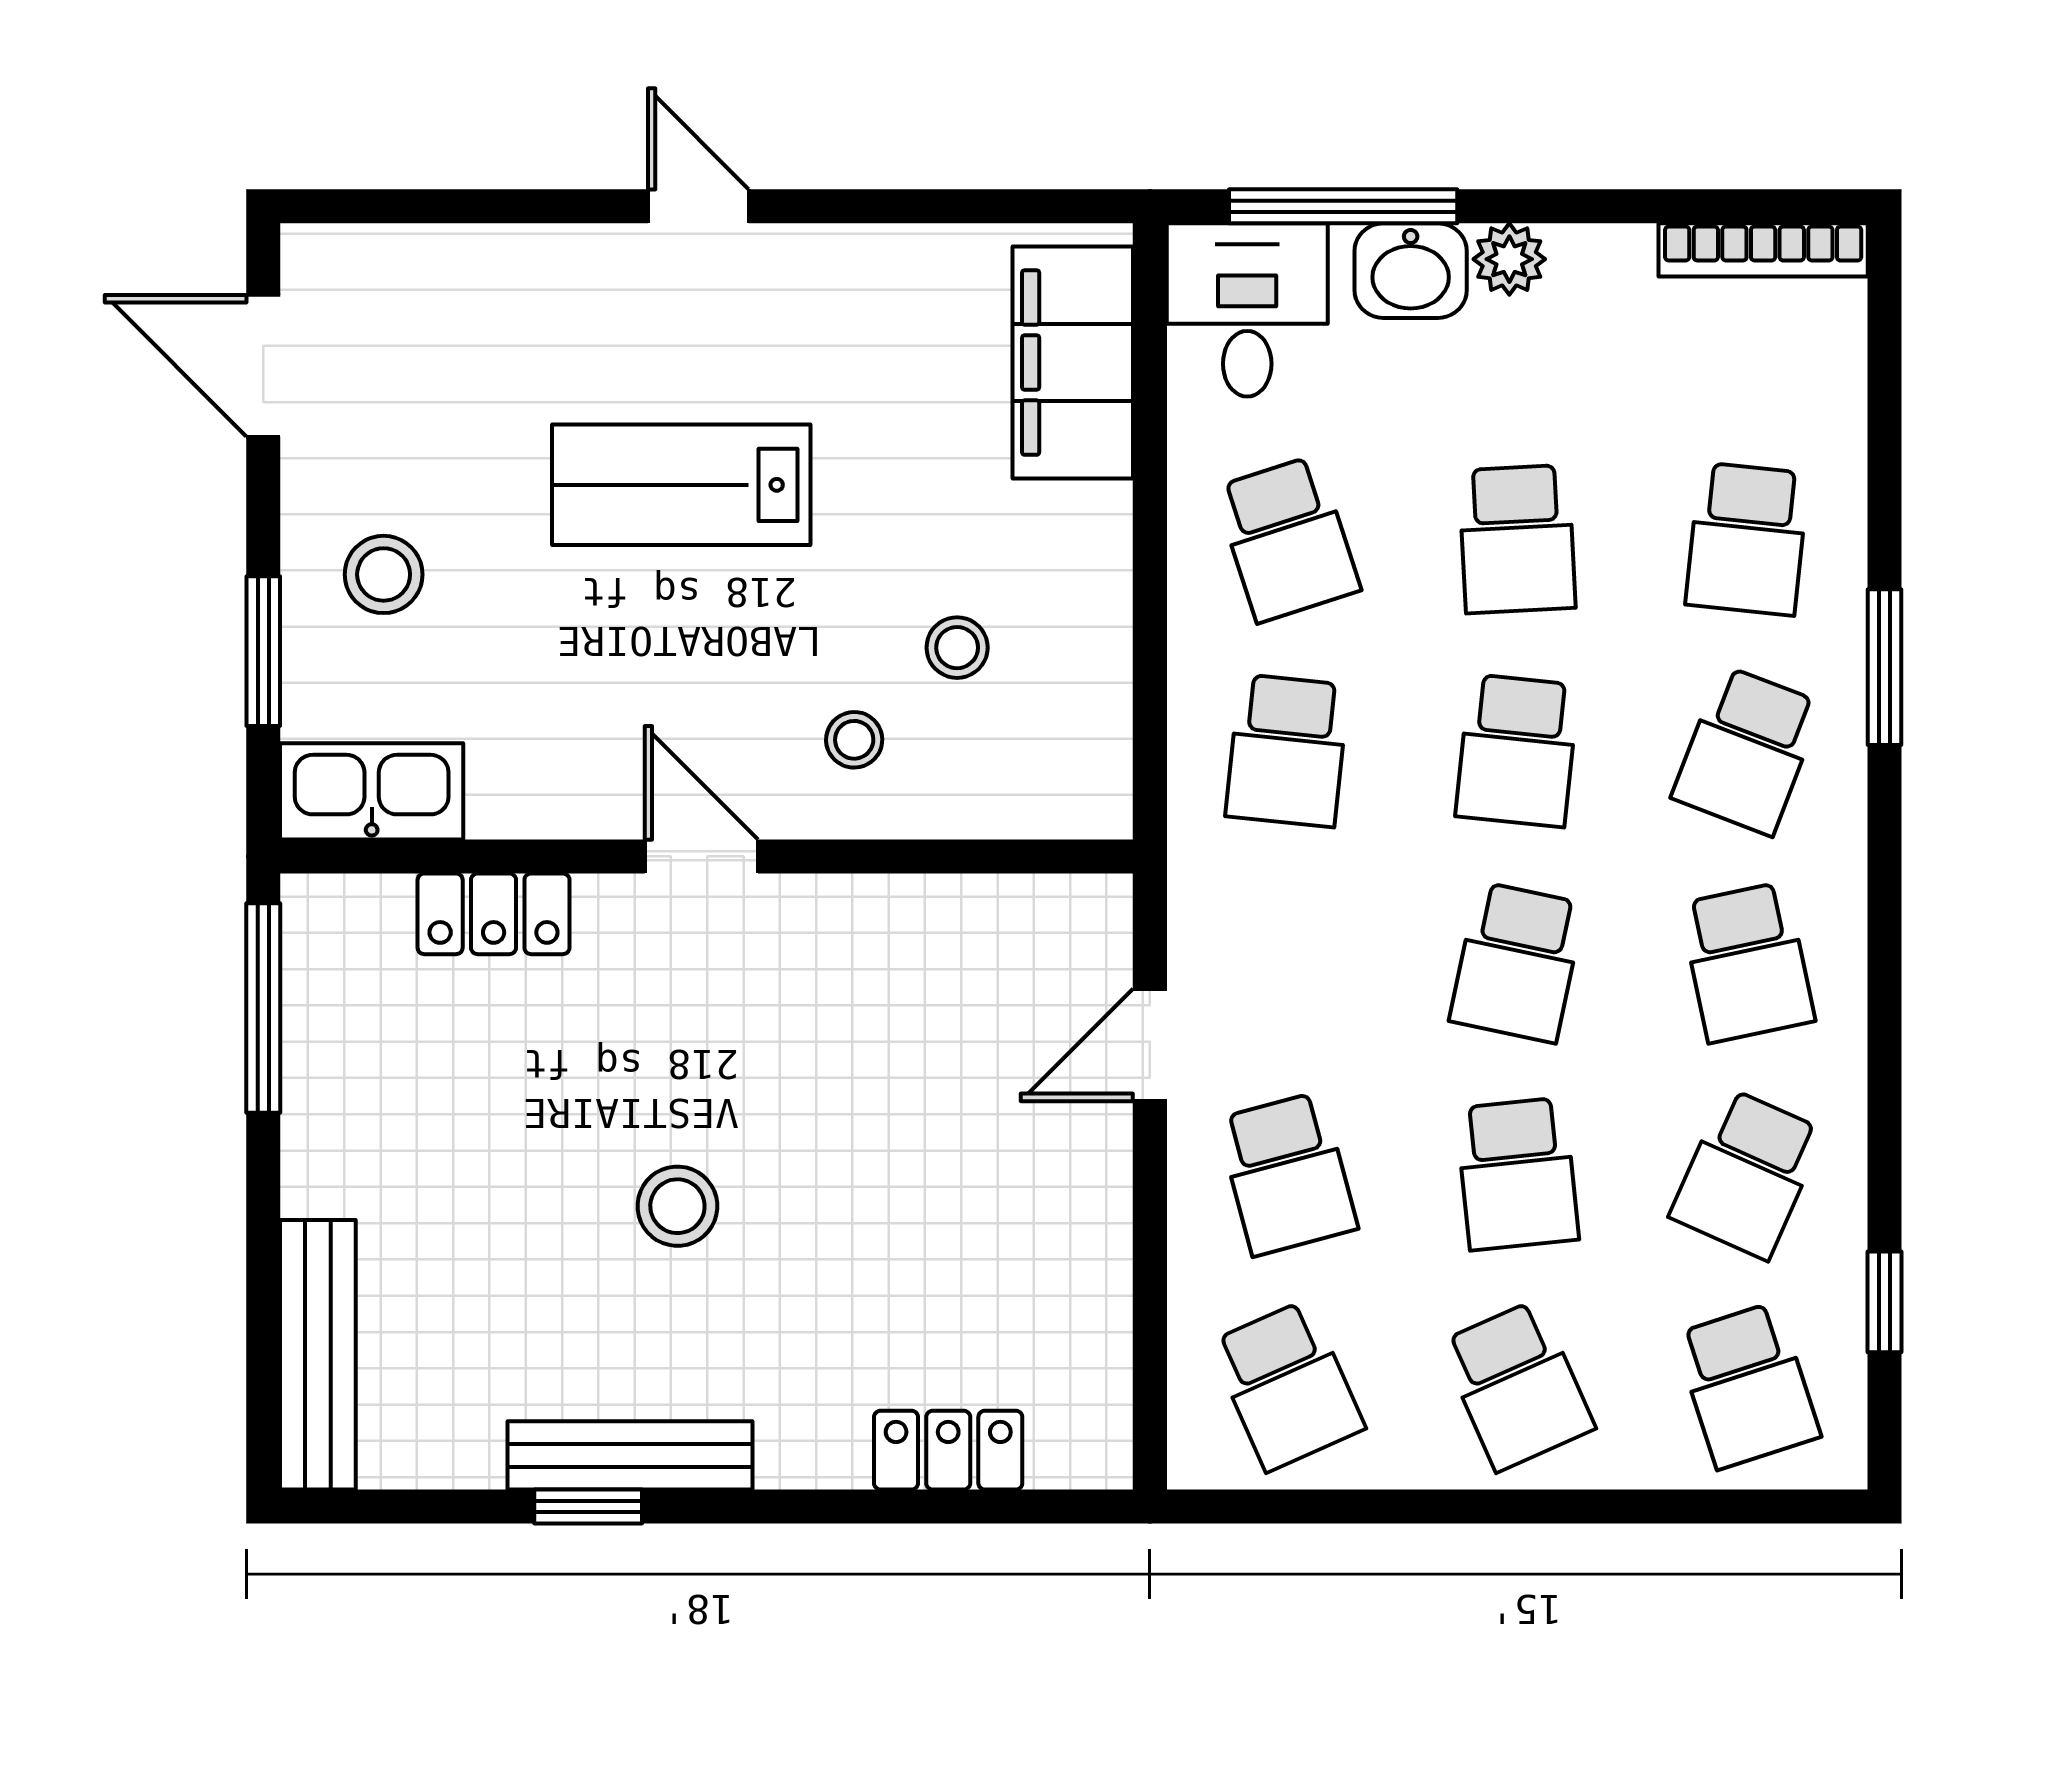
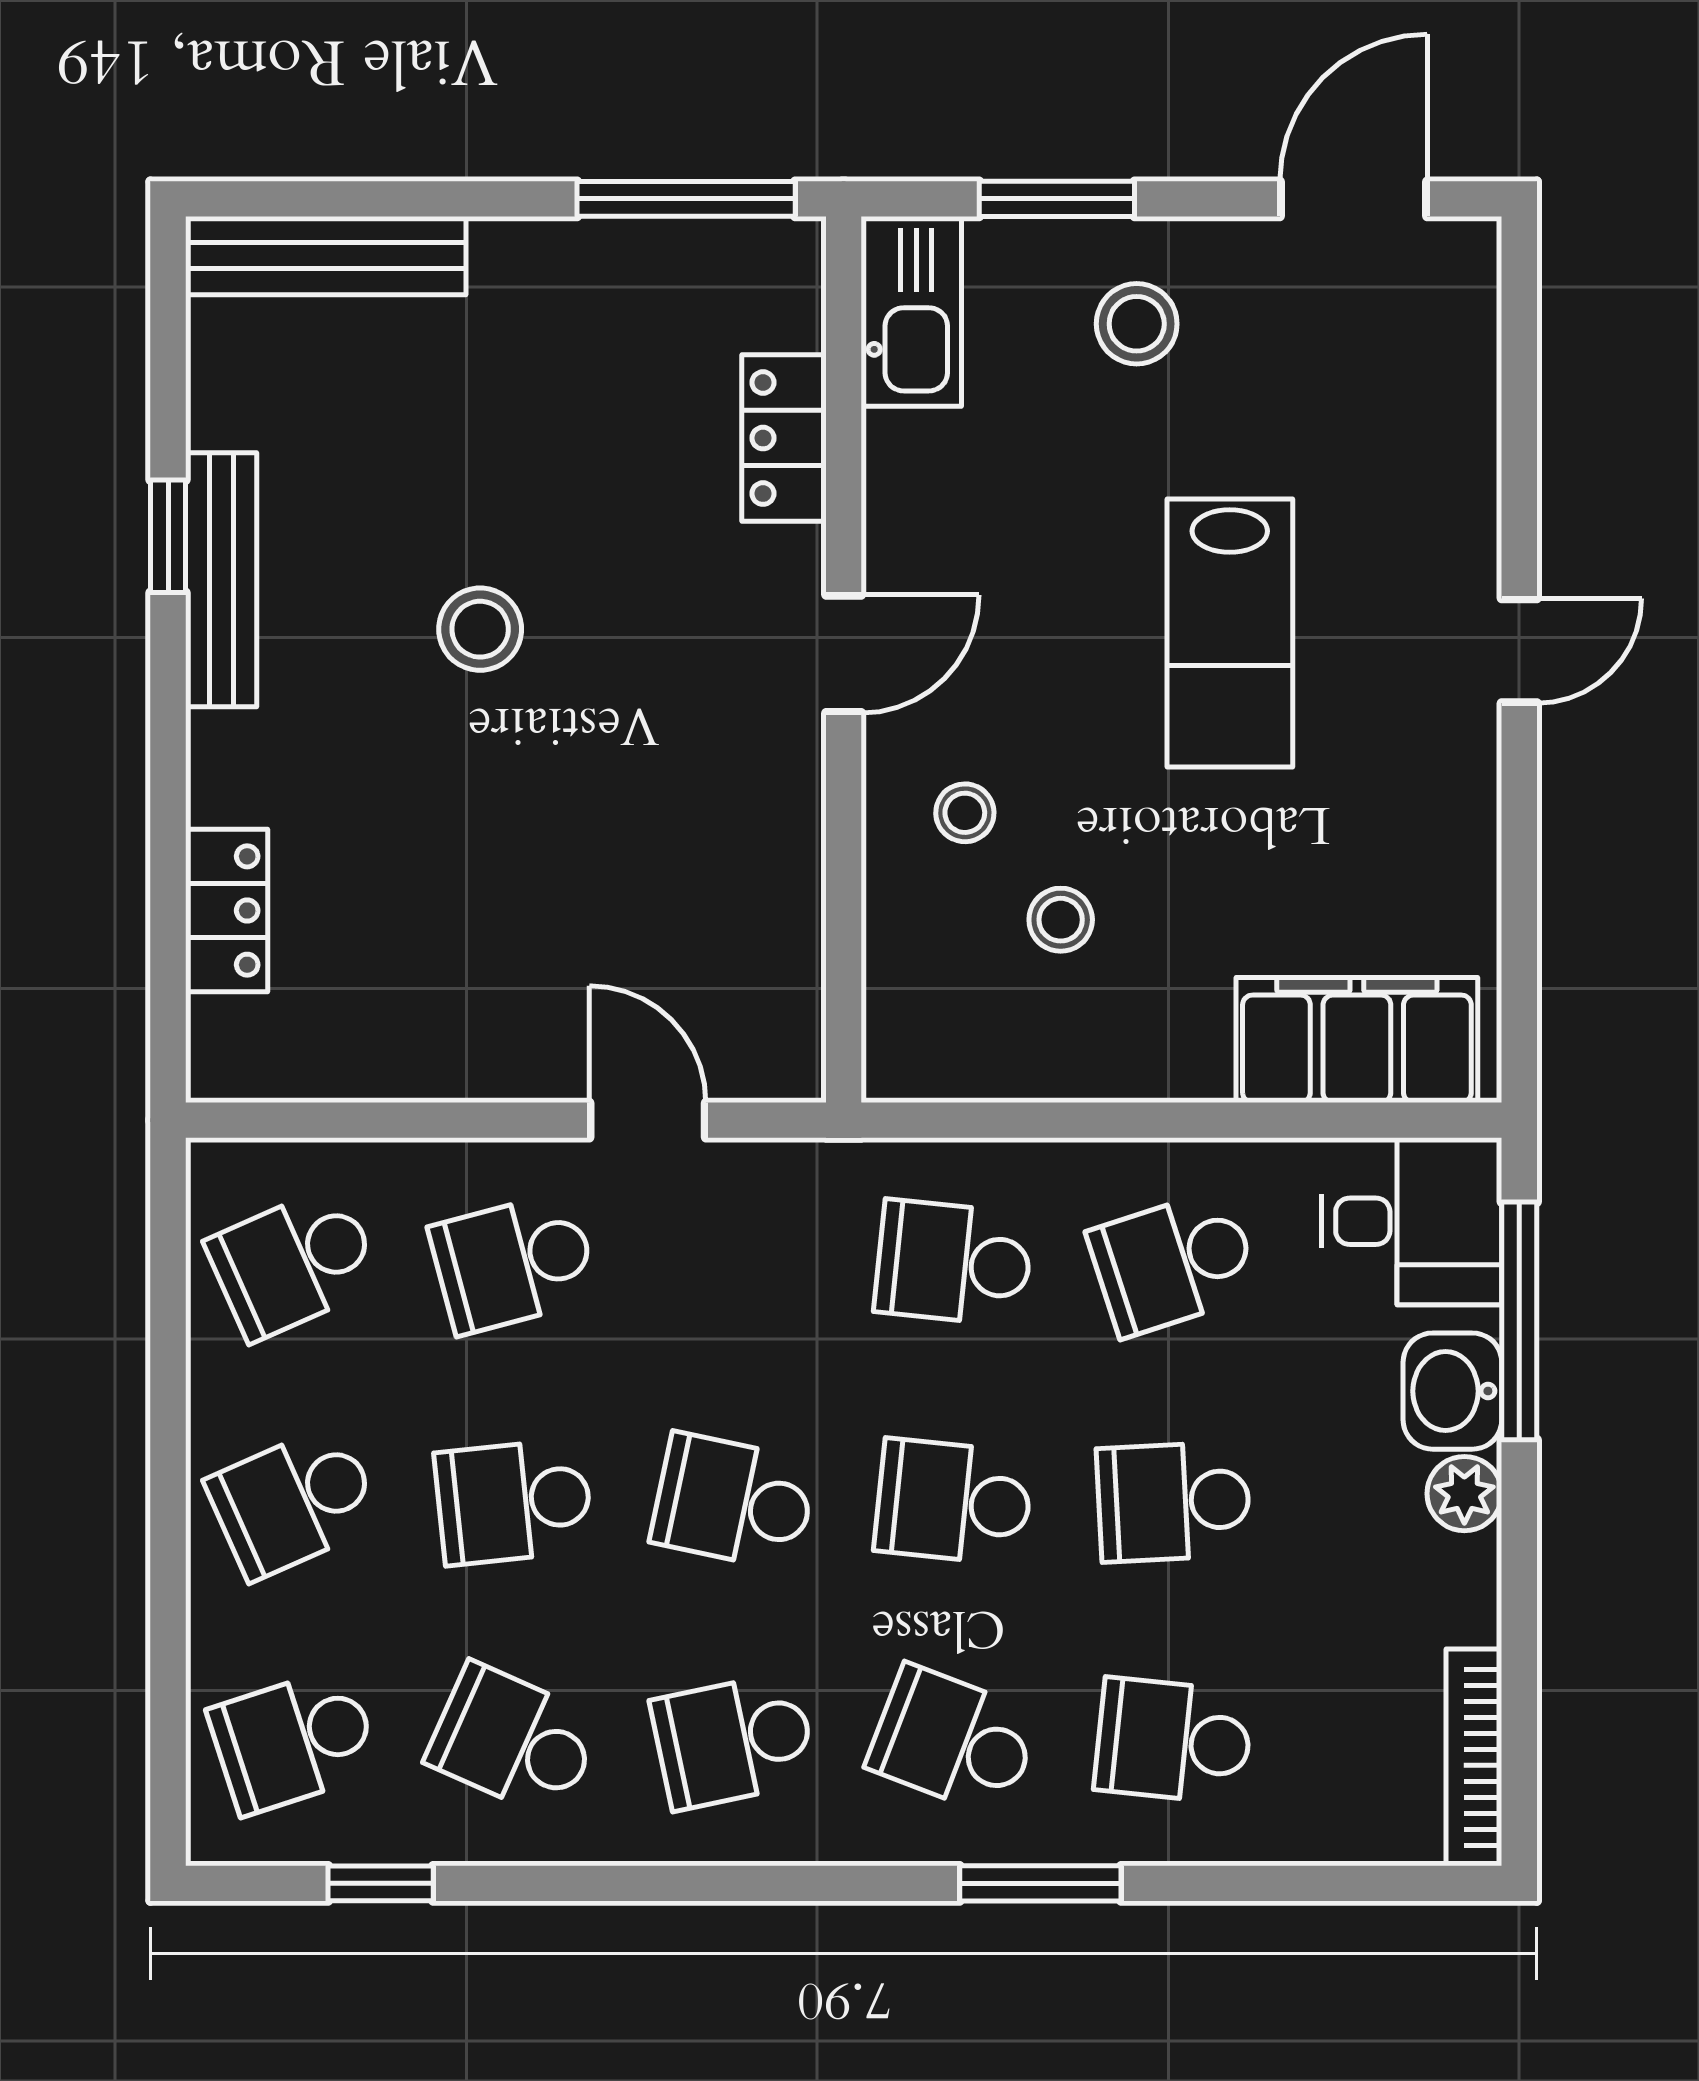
lab bench: (681, 485) -> (1230, 633), turned 180

